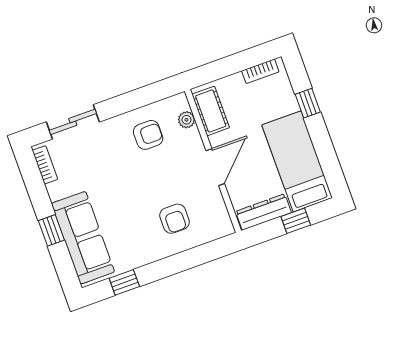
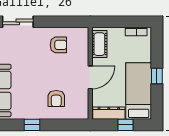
window: (308, 103) -> (157, 76), moved
plant: (186, 120) -> (84, 44), removed
window: (124, 282) -> (32, 125), moved

